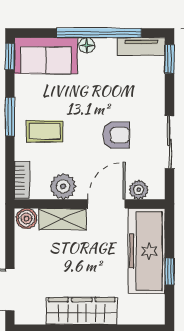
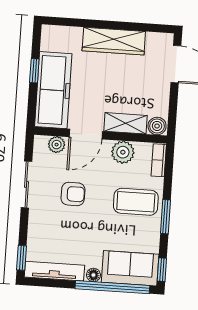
window: (99, 33) -> (112, 287), moved
tv unit: (141, 47) -> (54, 271), width x1.41
coffee table: (45, 131) -> (136, 202), width x1.36, depth x1.30
armchair: (116, 135) -> (73, 194), turned 180

